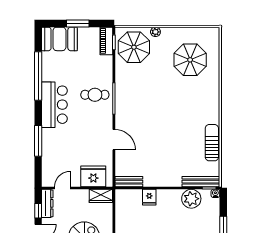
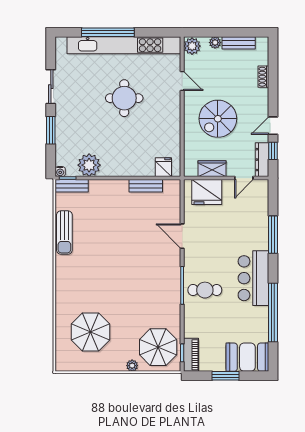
bench: (129, 182) -> (146, 186), moved
bench: (201, 182) -> (72, 186), width x0.73
wardrobe: (101, 196) -> (212, 169), moved
fridge: (149, 197) -> (163, 167), moved

